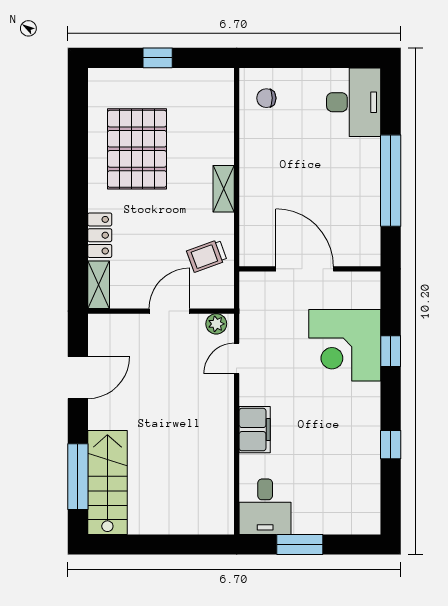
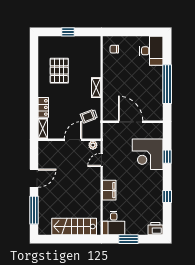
pallet: (137, 149) -> (59, 71), width x0.73, depth x0.71
door: (78, 378) -> (34, 178), moved
stairs: (107, 482) -> (74, 226), moved, turned -90
printer: (363, 520) -> (155, 229), added

